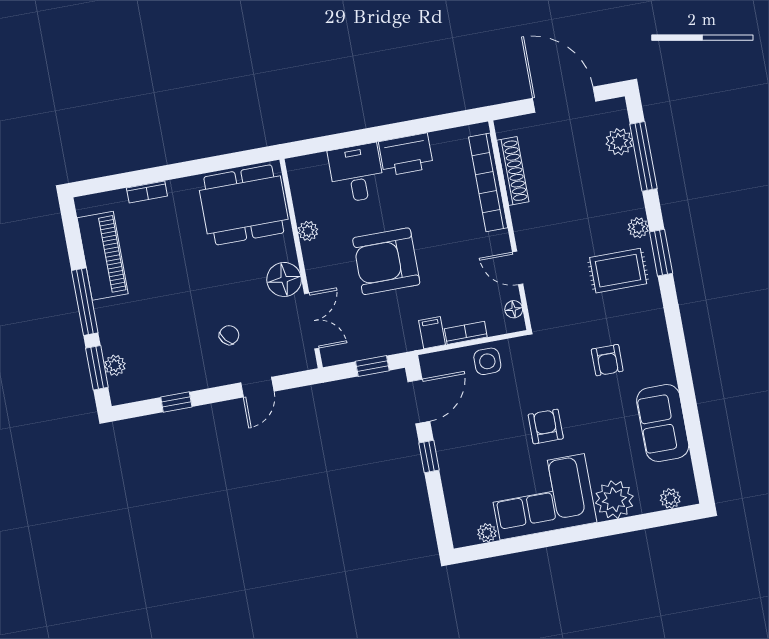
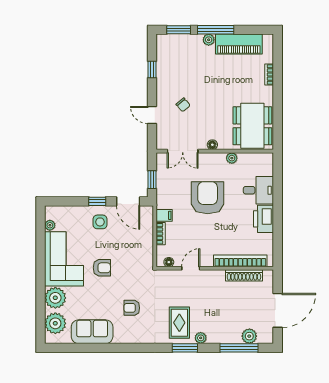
floor lamp: (284, 279) -> (212, 145), width x0.53, depth x0.53
side table: (487, 361) -> (100, 222), moved
plant: (115, 365) -> (209, 40), moved
plant: (670, 499) -> (55, 323), width x1.87, depth x1.87

